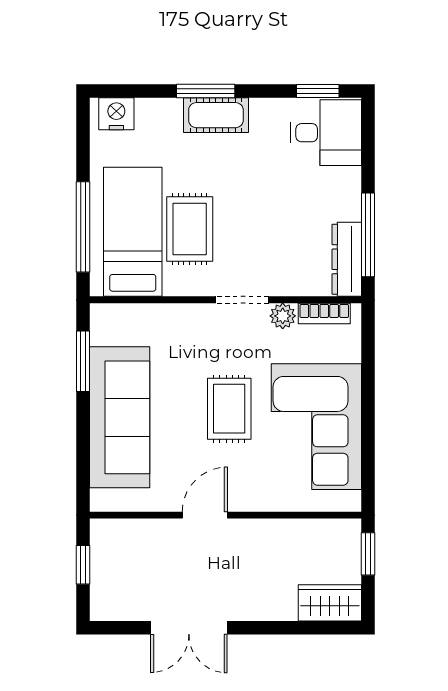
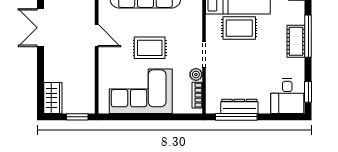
window: (206, 91) -> (308, 36), width x1.44
dresser: (347, 259) -> (239, 106), moved

